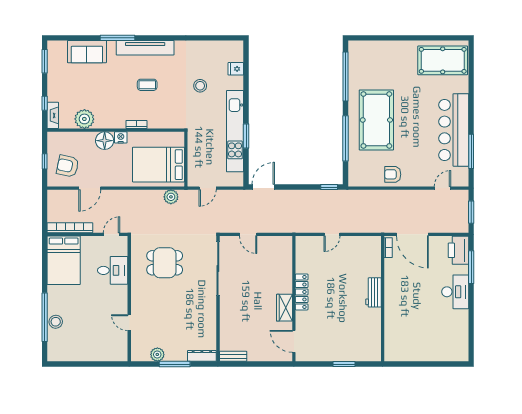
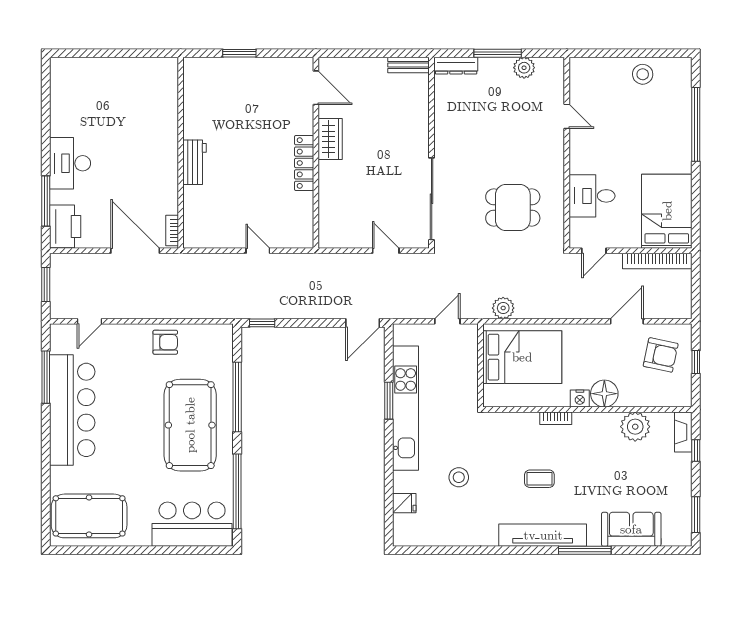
bar counter: (375, 55) -> (192, 524), added
door: (332, 234) -> (258, 251), hinge flipped
stool: (56, 322) -> (643, 74), moved

